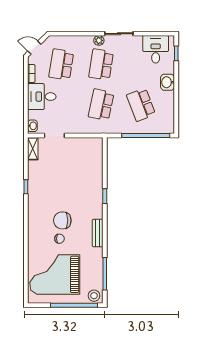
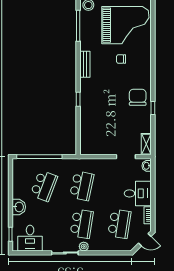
school desk: (141, 105) -> (44, 186), turned 42
chair: (62, 220) -> (138, 97), moved, turned -90

